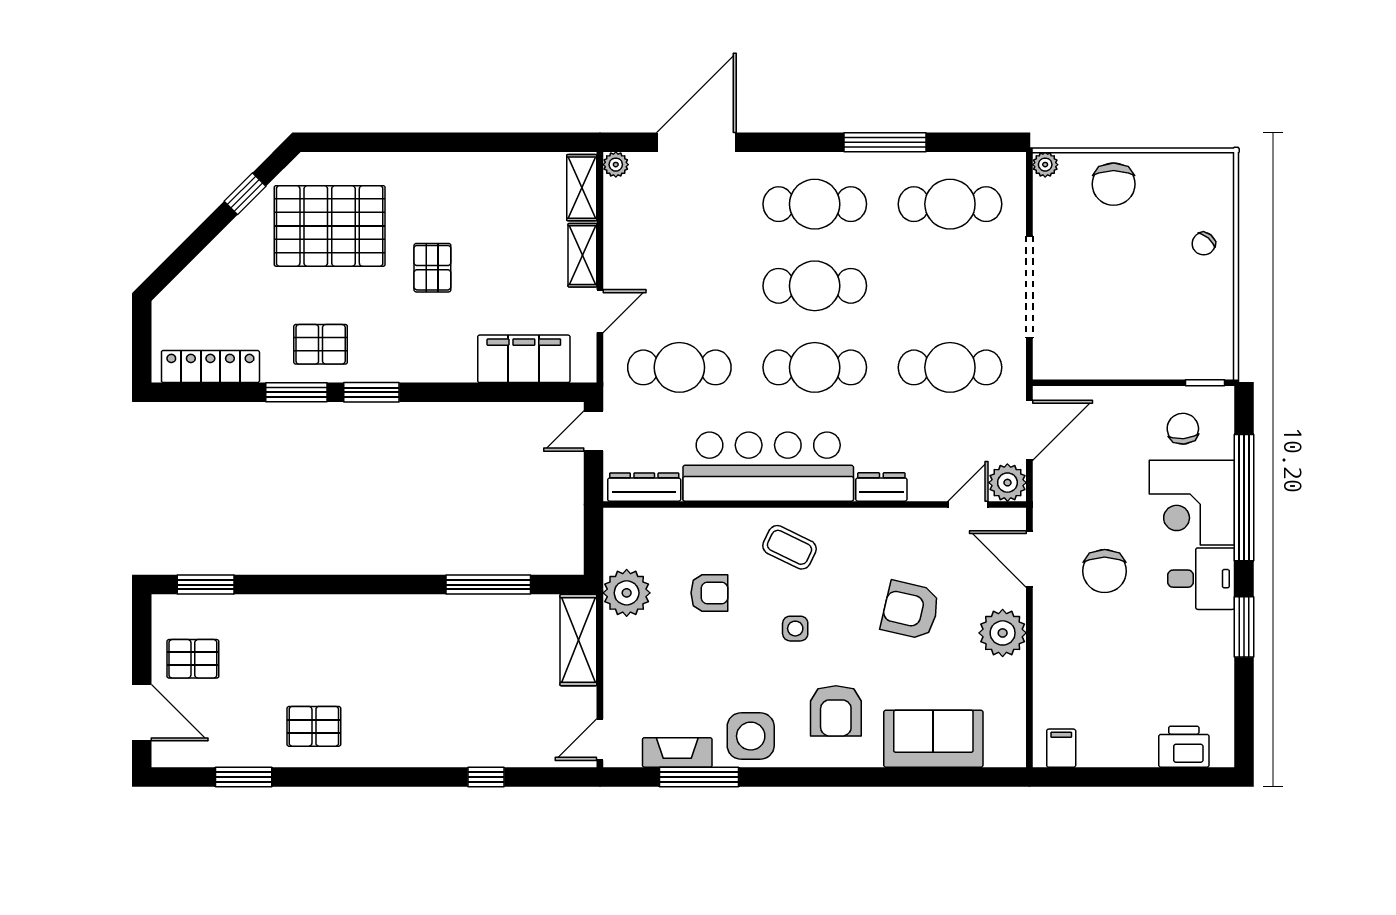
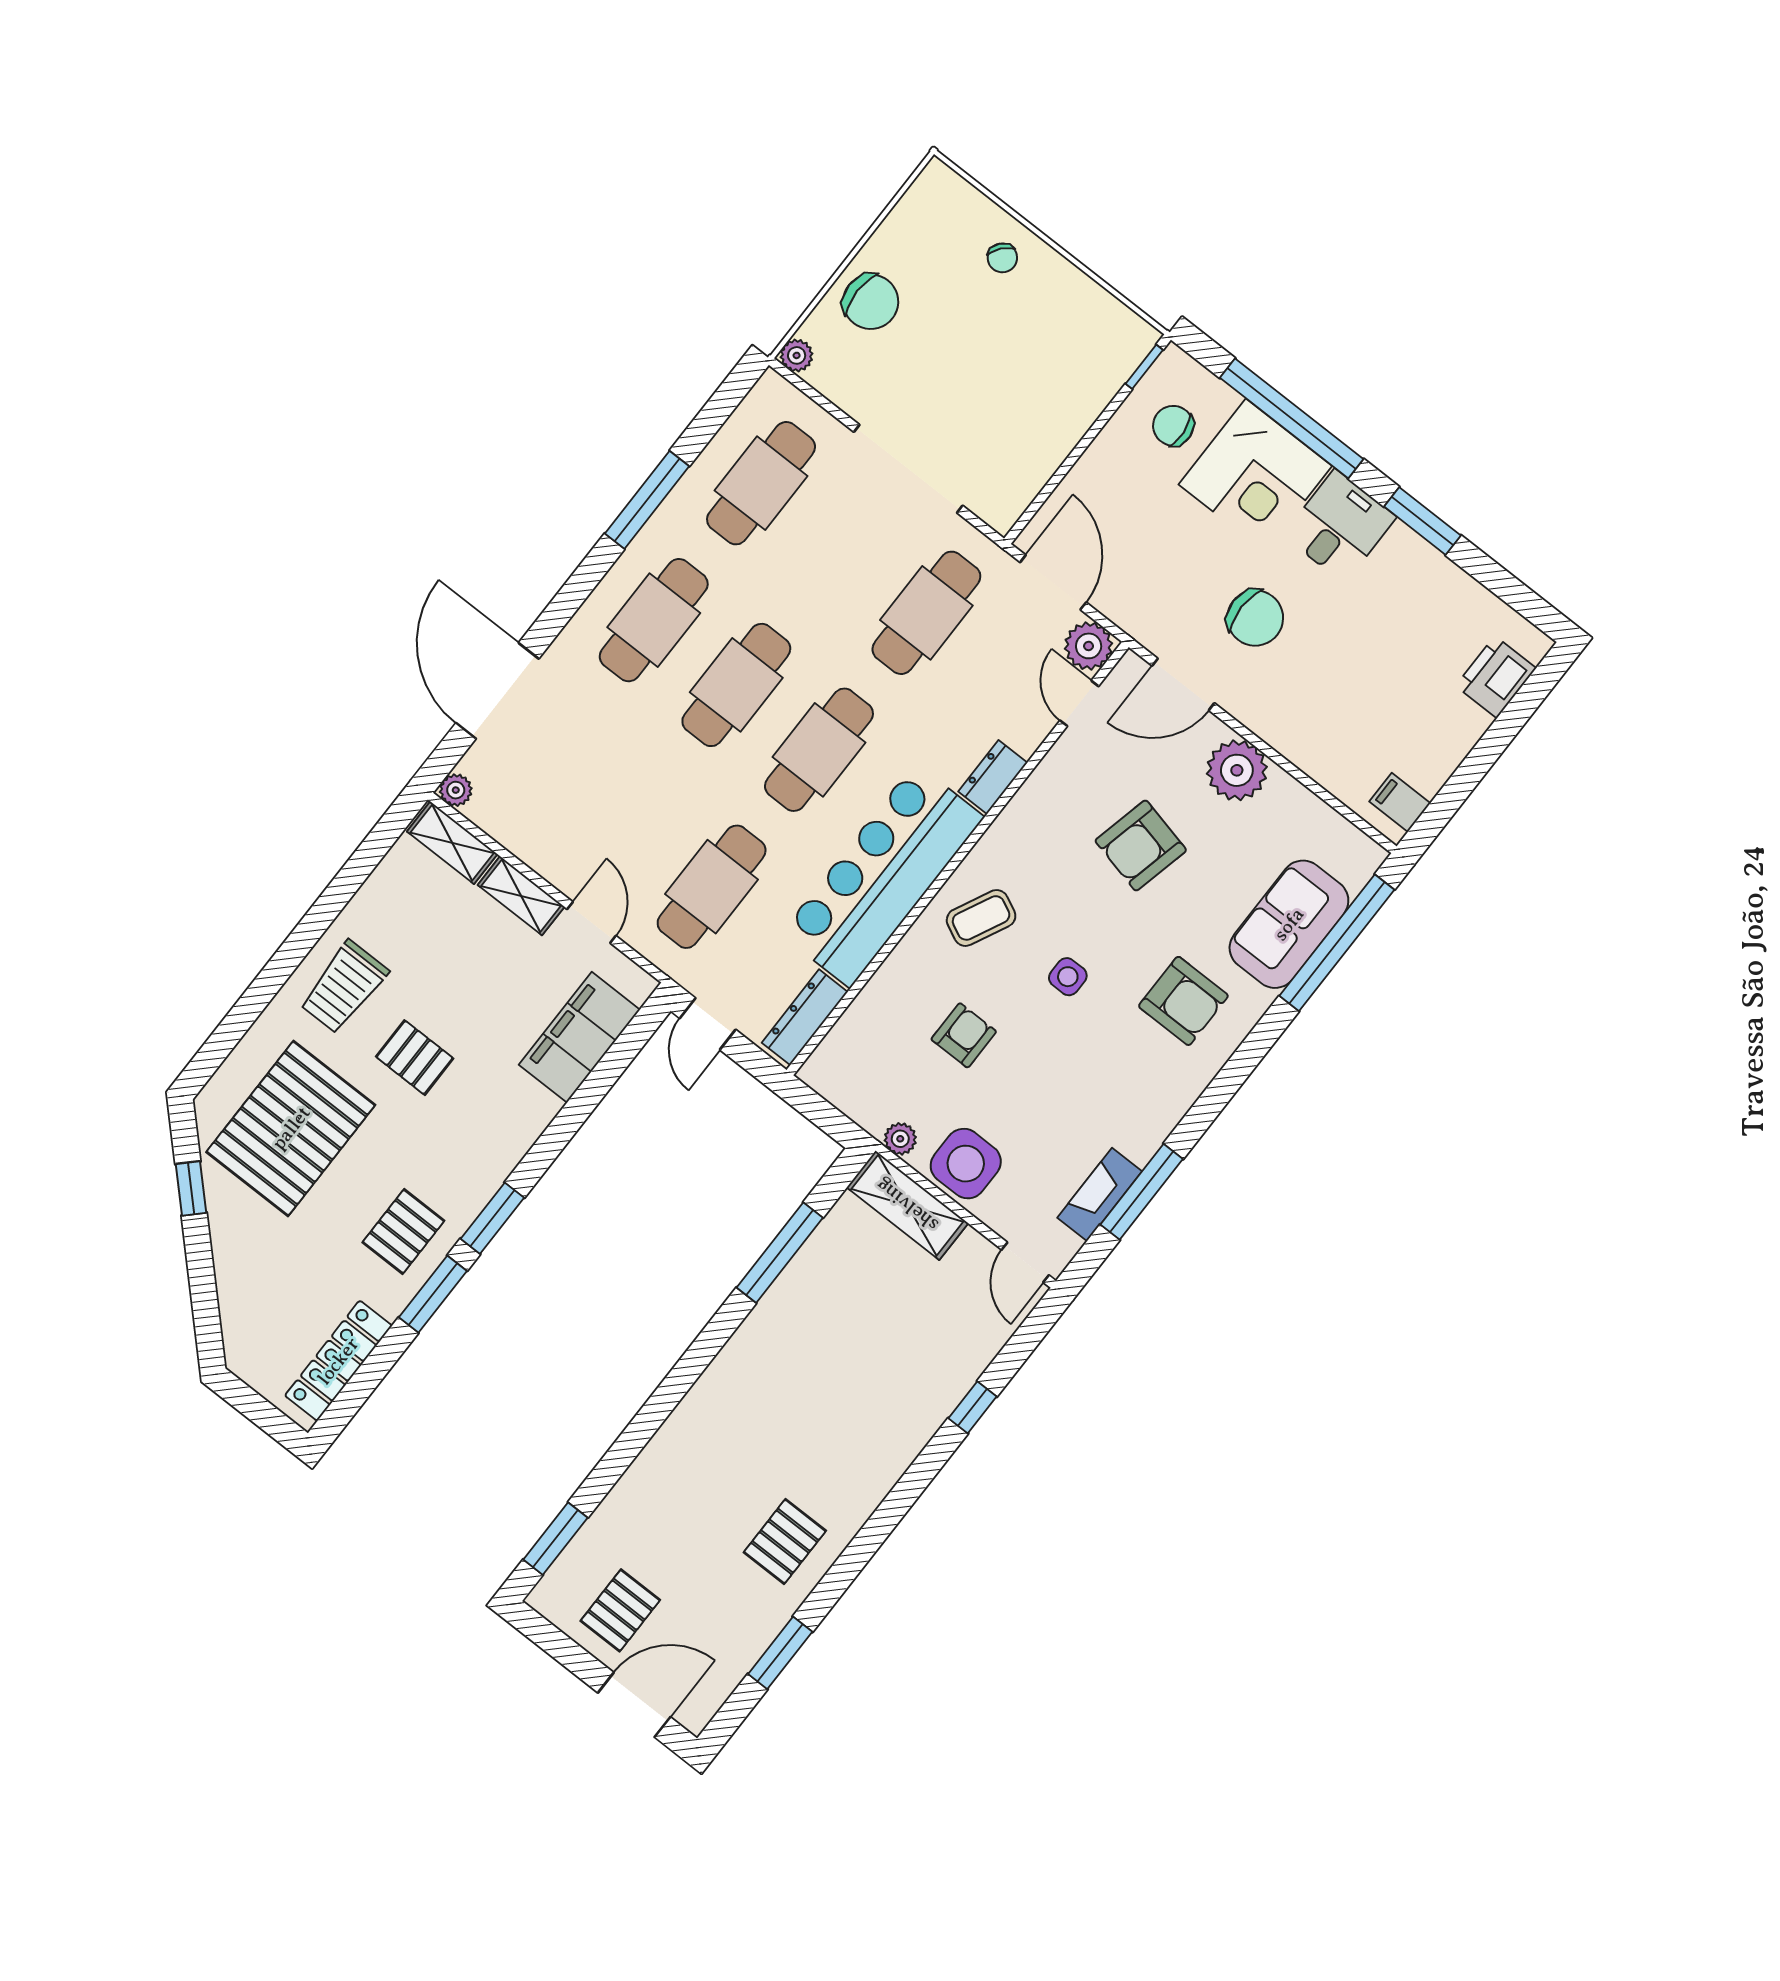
trolley: (441, 191) -> (344, 987), added
plant: (627, 593) -> (900, 1139), width x0.53, depth x0.53
side table: (751, 736) -> (966, 1164), moved
window: (945, 777) -> (1337, 943), added

